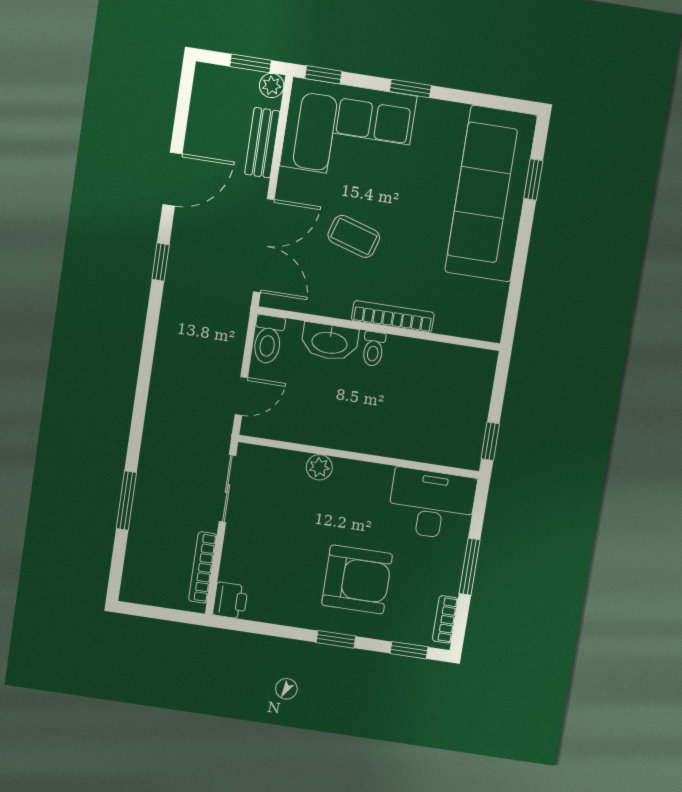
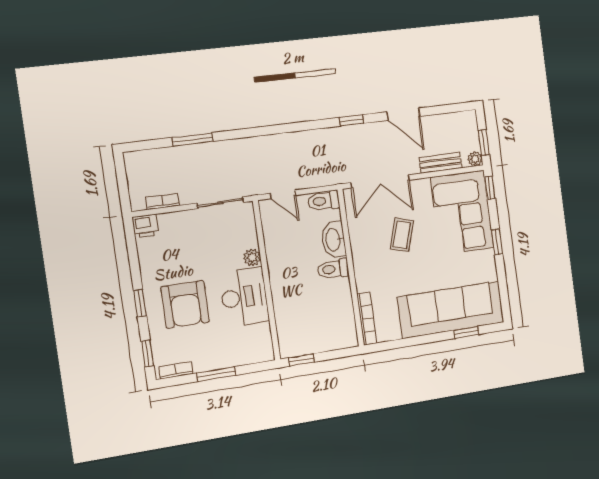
bookcase: (393, 317) -> (367, 319), moved
toilet: (373, 349) -> (333, 269), width x1.37, depth x1.39
desk: (432, 504) -> (244, 297), moved
bookcase: (203, 568) -> (162, 202), width x0.64

